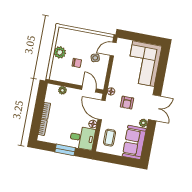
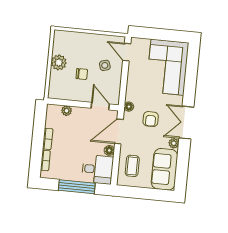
door: (113, 49) -> (127, 52), hinge flipped
double door: (154, 108) -> (186, 123), swing flipped
door: (102, 110) -> (119, 132), hinge flipped
window: (65, 150) -> (77, 187), width x1.44

